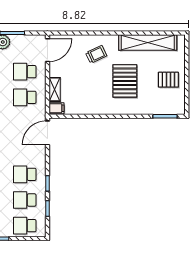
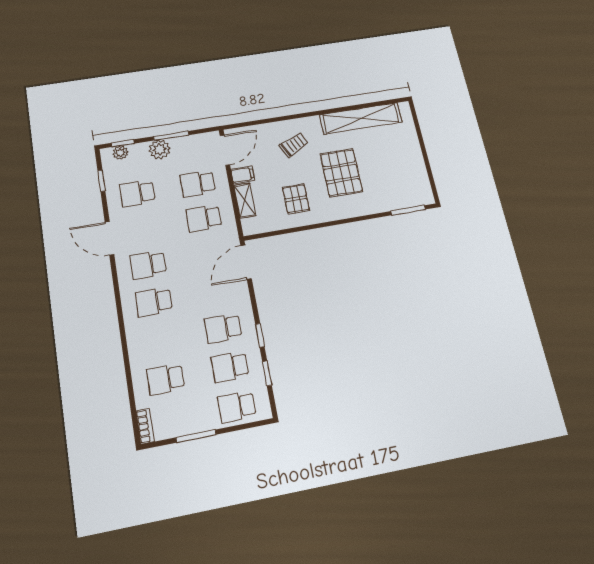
pallet: (168, 80) -> (296, 199), moved, turned 90
filing cabinet: (56, 108) -> (243, 175), moved

